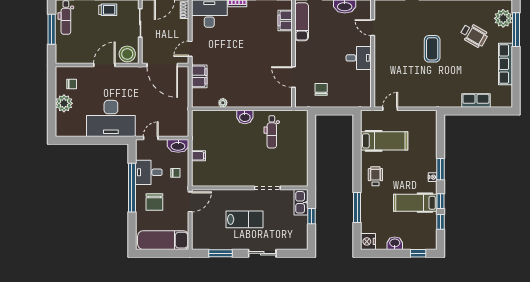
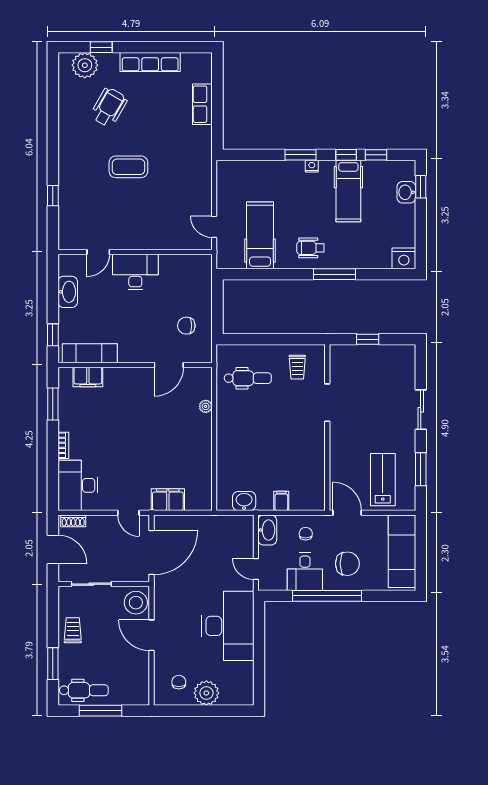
window: (516, 30) -> (101, 47), width x0.46
desk: (359, 58) -> (135, 272), width x1.37
plant: (223, 103) -> (206, 406), moved
washbasin: (245, 117) -> (244, 501), moved, turned -90
dental chair: (272, 132) -> (248, 378), moved
trolley: (292, 167) -> (297, 367), added
kitchen sink: (301, 202) -> (348, 354), removed
window: (357, 208) -> (334, 274), moved
lab bench: (245, 219) -> (383, 480), moved
washbasin: (395, 243) -> (406, 192), moved

